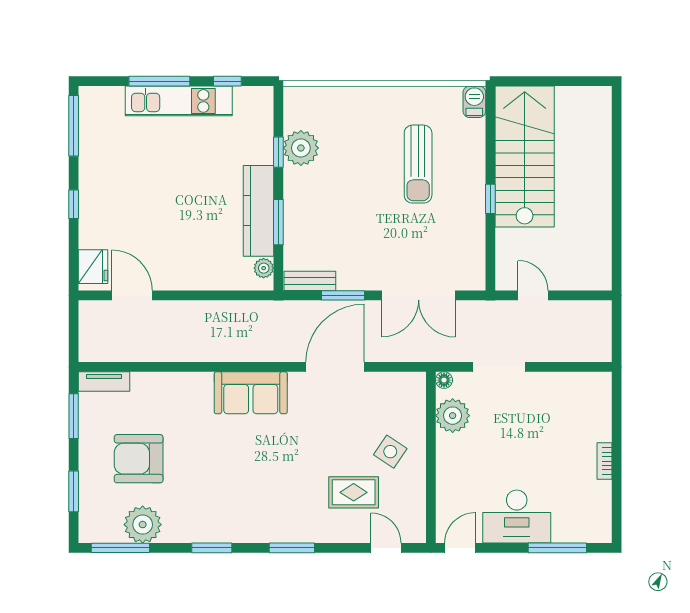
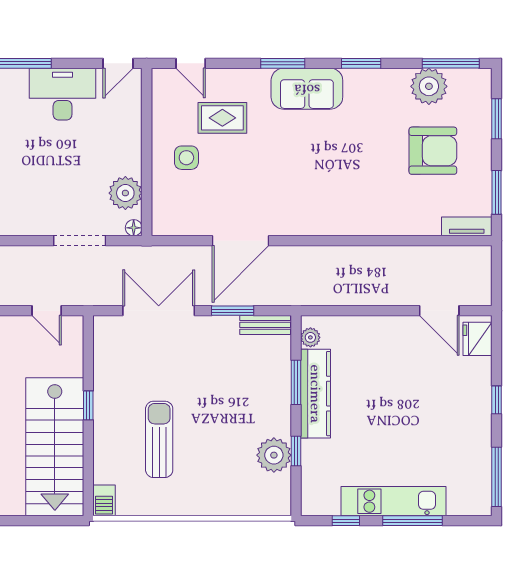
sofa: (251, 393) -> (307, 89), moved, turned 180
side table: (390, 452) -> (186, 158), turned -34

